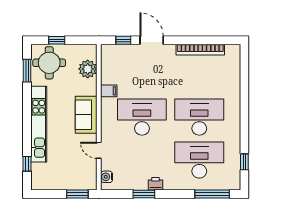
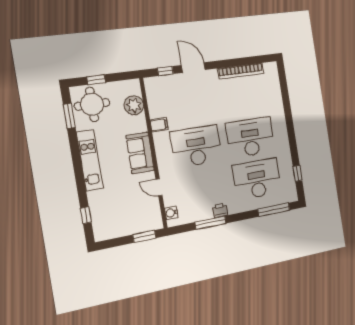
kitchen unit: (39, 124) -> (90, 160), width x0.73
window: (144, 194) -> (211, 223), width x1.44

